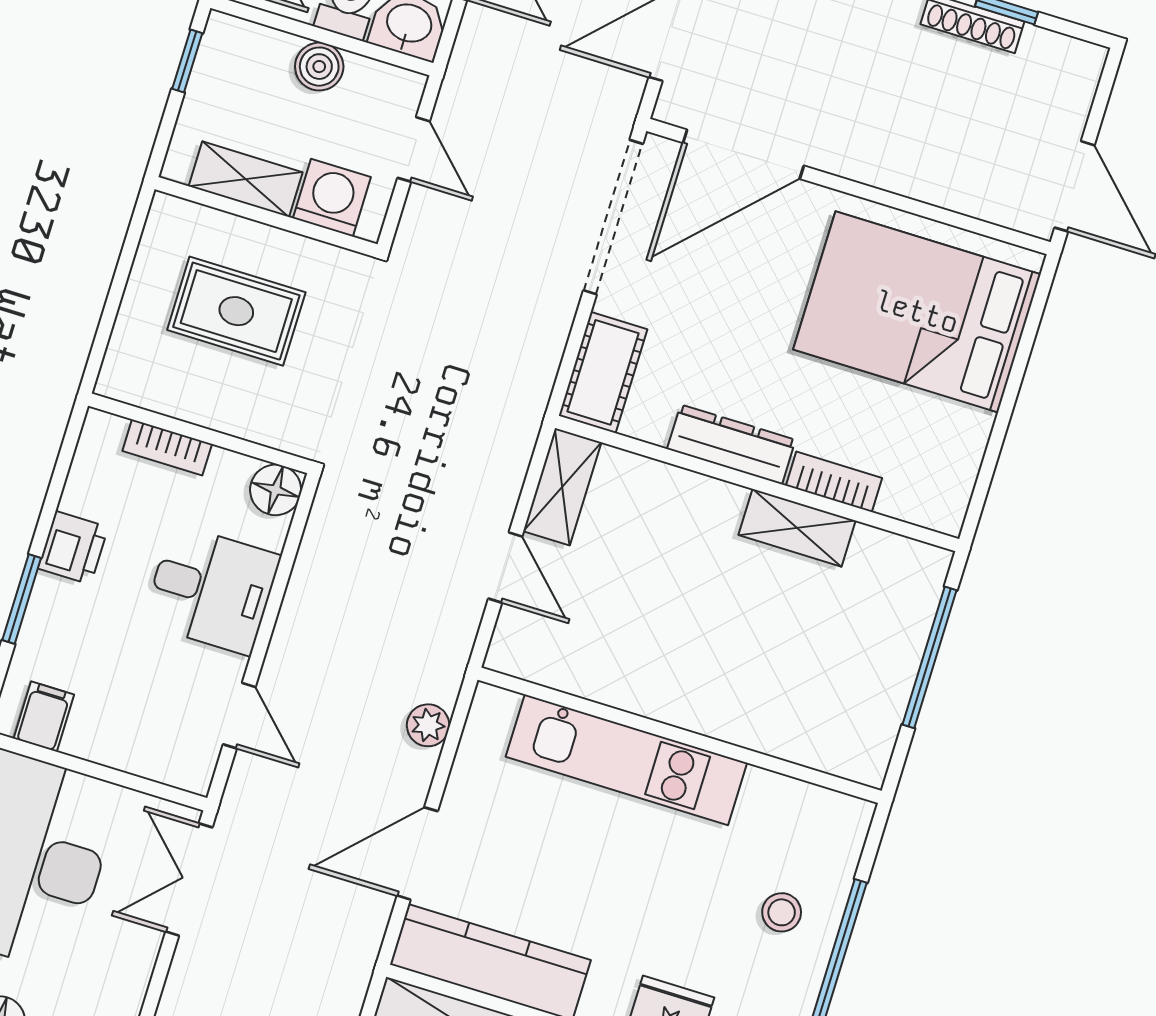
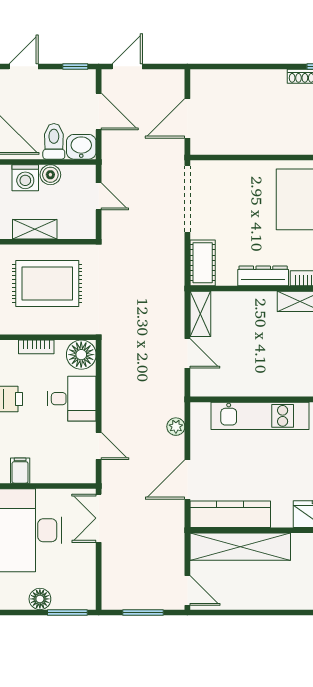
door: (743, 154) -> (232, 157), removed
washing machine: (332, 198) -> (25, 178), moved, turned 180
rug: (236, 311) -> (47, 283), width x1.36, depth x1.43
floor lamp: (276, 490) -> (81, 355), width x1.38, depth x1.38

